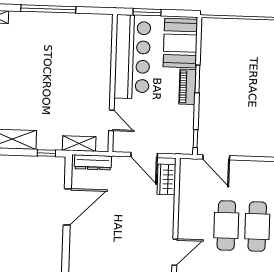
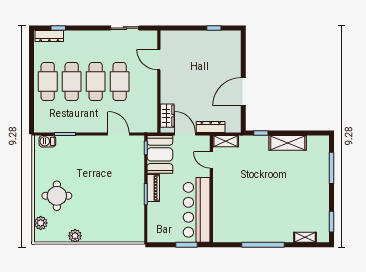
booth: (180, 43) -> (160, 154), moved
shelving: (79, 144) -> (226, 141), moved
door: (216, 157) -> (119, 134), moved
dresser: (93, 162) -> (211, 127), moved
door: (175, 252) -> (159, 60), hinge flipped

